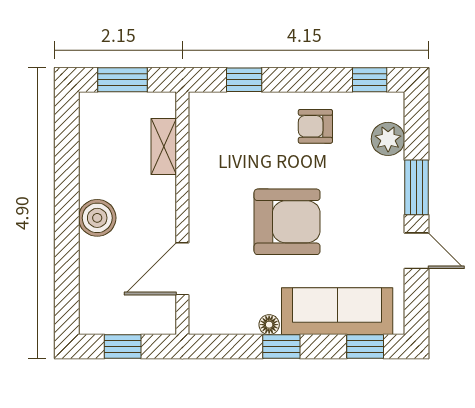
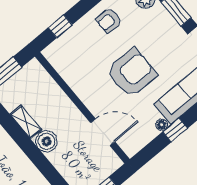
shelving: (164, 147) -> (26, 122), moved
door: (182, 269) -> (103, 132), swing flipped

